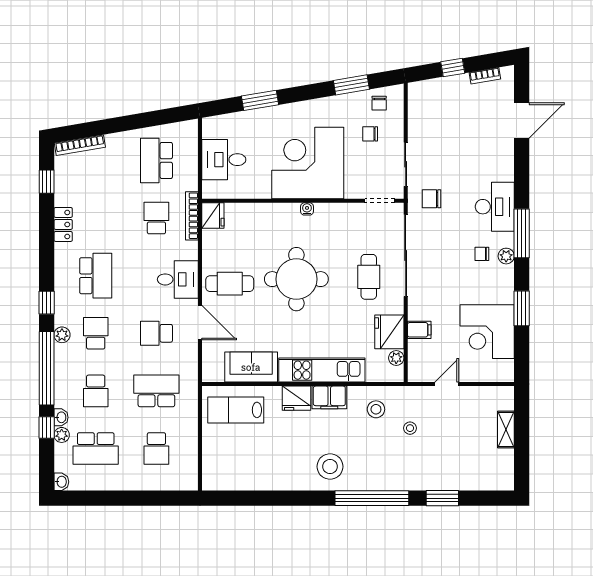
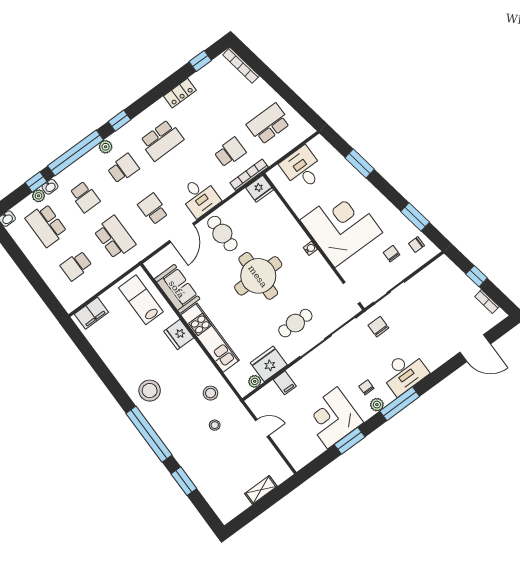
corner desk: (487, 332) -> (332, 418), moved
school desk: (96, 391) -> (85, 197), turned -90
filing cabinet: (329, 397) -> (91, 313), moved, turned -90

